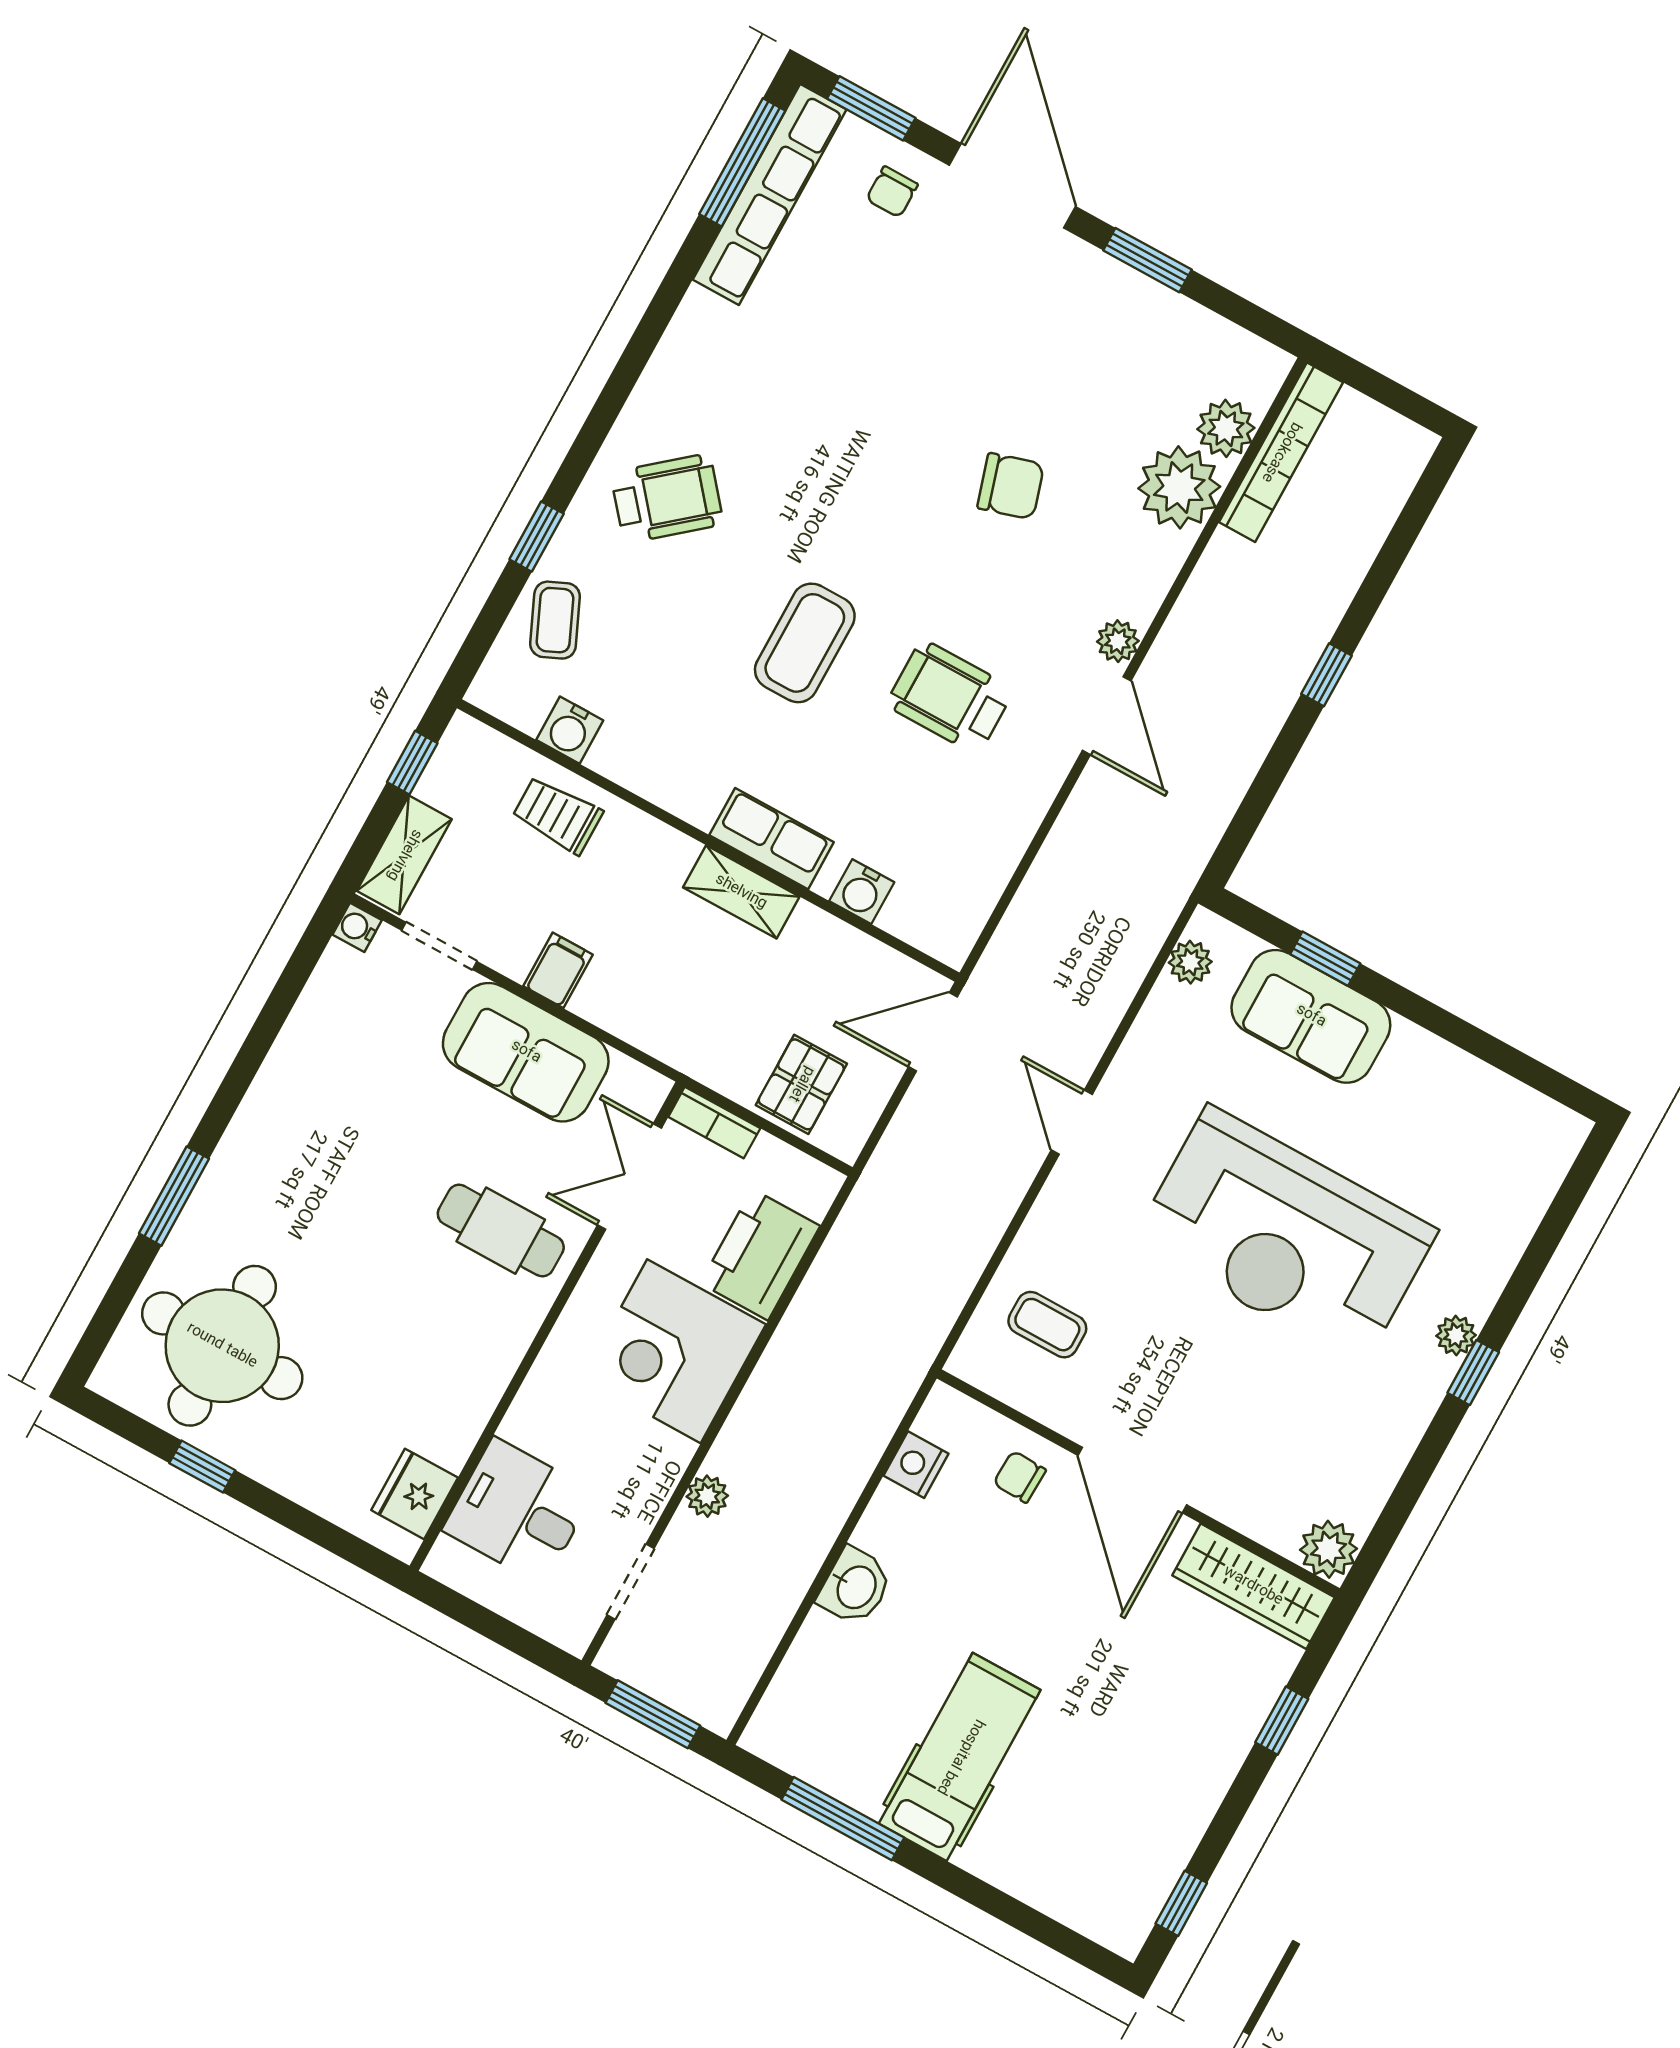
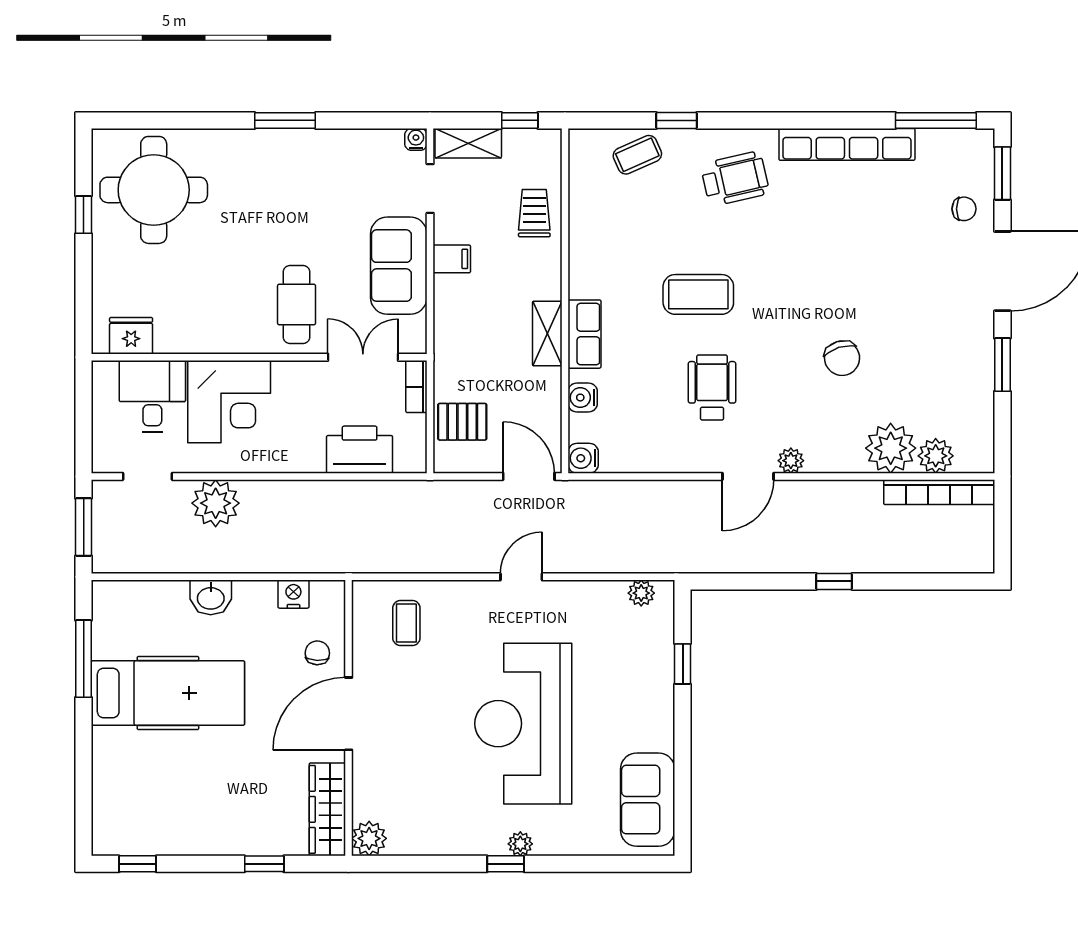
chair: (892, 192) -> (964, 209), turned 180
row of seats: (770, 195) -> (847, 144), moved
wheelchair: (667, 498) -> (735, 179), turned -63
water cooler: (570, 730) -> (583, 458), moved
sofa: (1311, 1016) -> (648, 800), moved
window: (174, 1196) -> (285, 120), moved
corner desk: (674, 1351) -> (229, 402), moved, turned 180
plant: (707, 1496) -> (216, 503), width x1.88, depth x1.88
hospital bed: (960, 1757) -> (168, 693), width x1.37, depth x1.29

